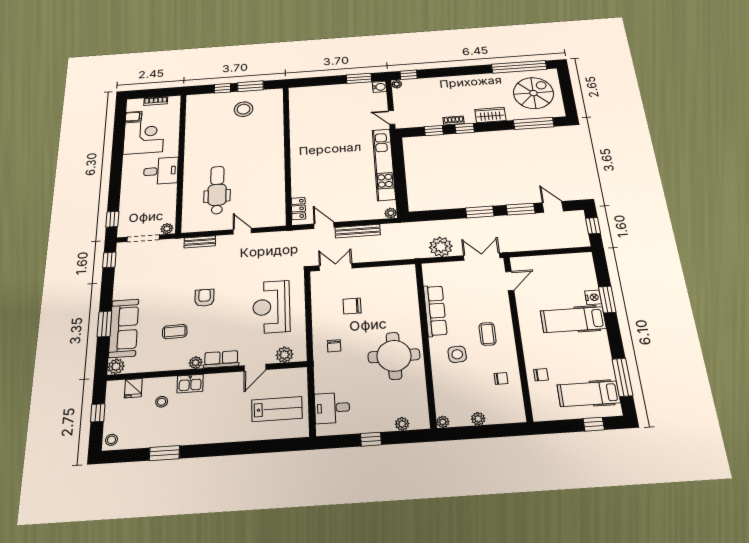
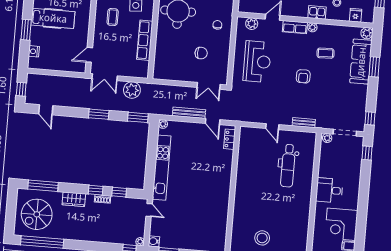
window: (521, 209) -> (138, 117), moved
nightstand: (593, 297) -> (34, 51), moved

